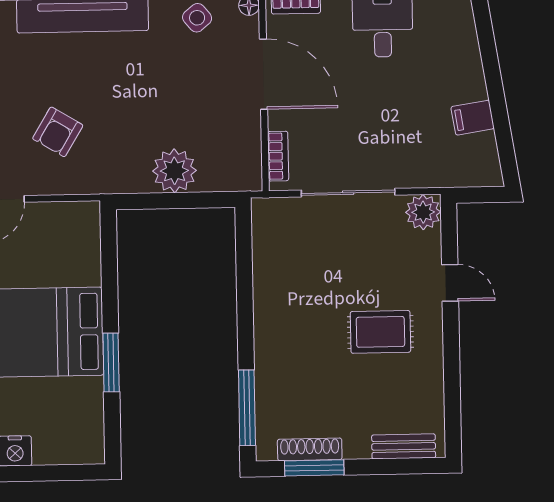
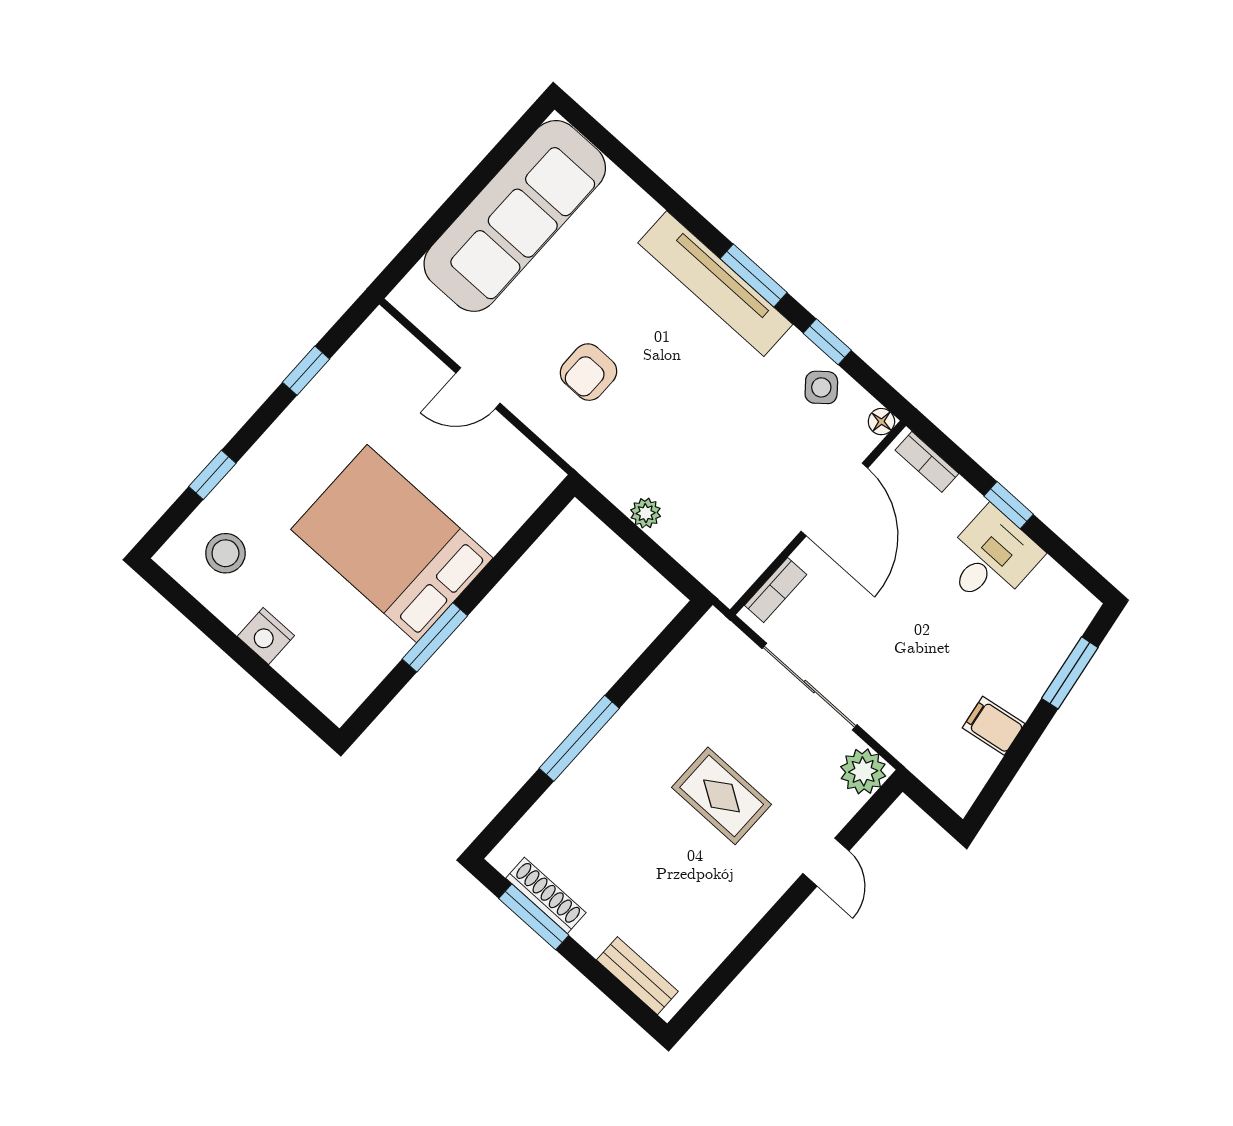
window: (488, 48) -> (1070, 673), added
armchair: (58, 132) -> (589, 372), turned -31
plant: (174, 171) -> (646, 513), width x0.53, depth x0.53
rug: (380, 332) -> (722, 796), moved
window: (247, 408) -> (579, 738), moved

